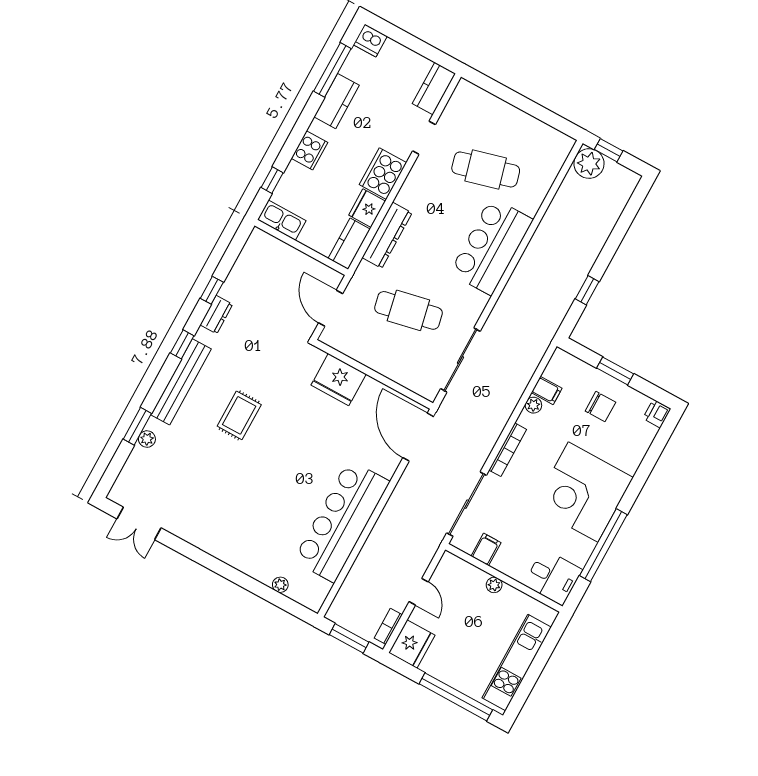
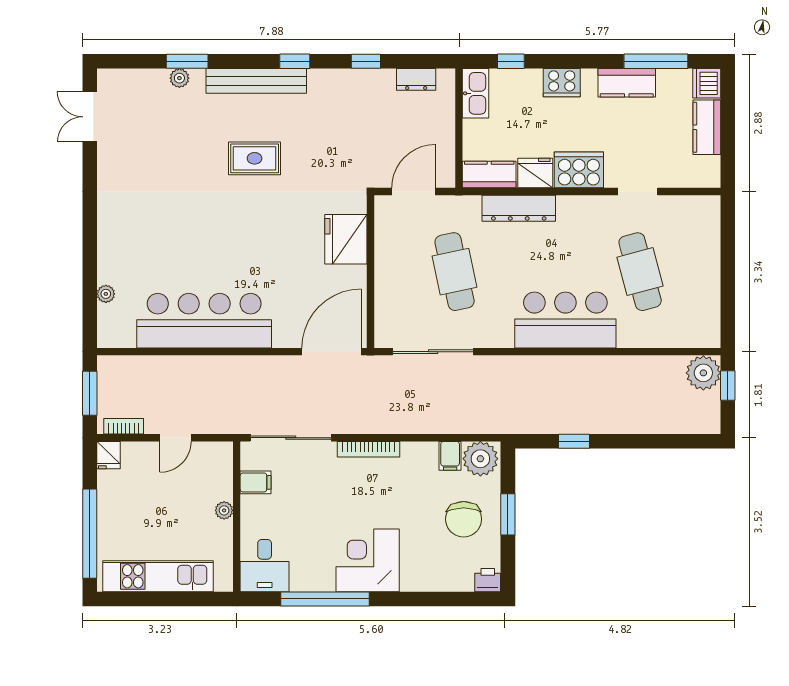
kitchen counter: (434, 89) -> (707, 127), moved, turned -90
dresser: (216, 315) -> (416, 79), moved
plant: (533, 405) -> (480, 459), moved, width x1.88, depth x1.88
chair: (600, 407) -> (464, 519), width x1.37, depth x1.37
corner desk: (583, 492) -> (368, 560), width x0.74, depth x0.74
fridge: (412, 644) -> (108, 455), width x0.53, depth x0.75

